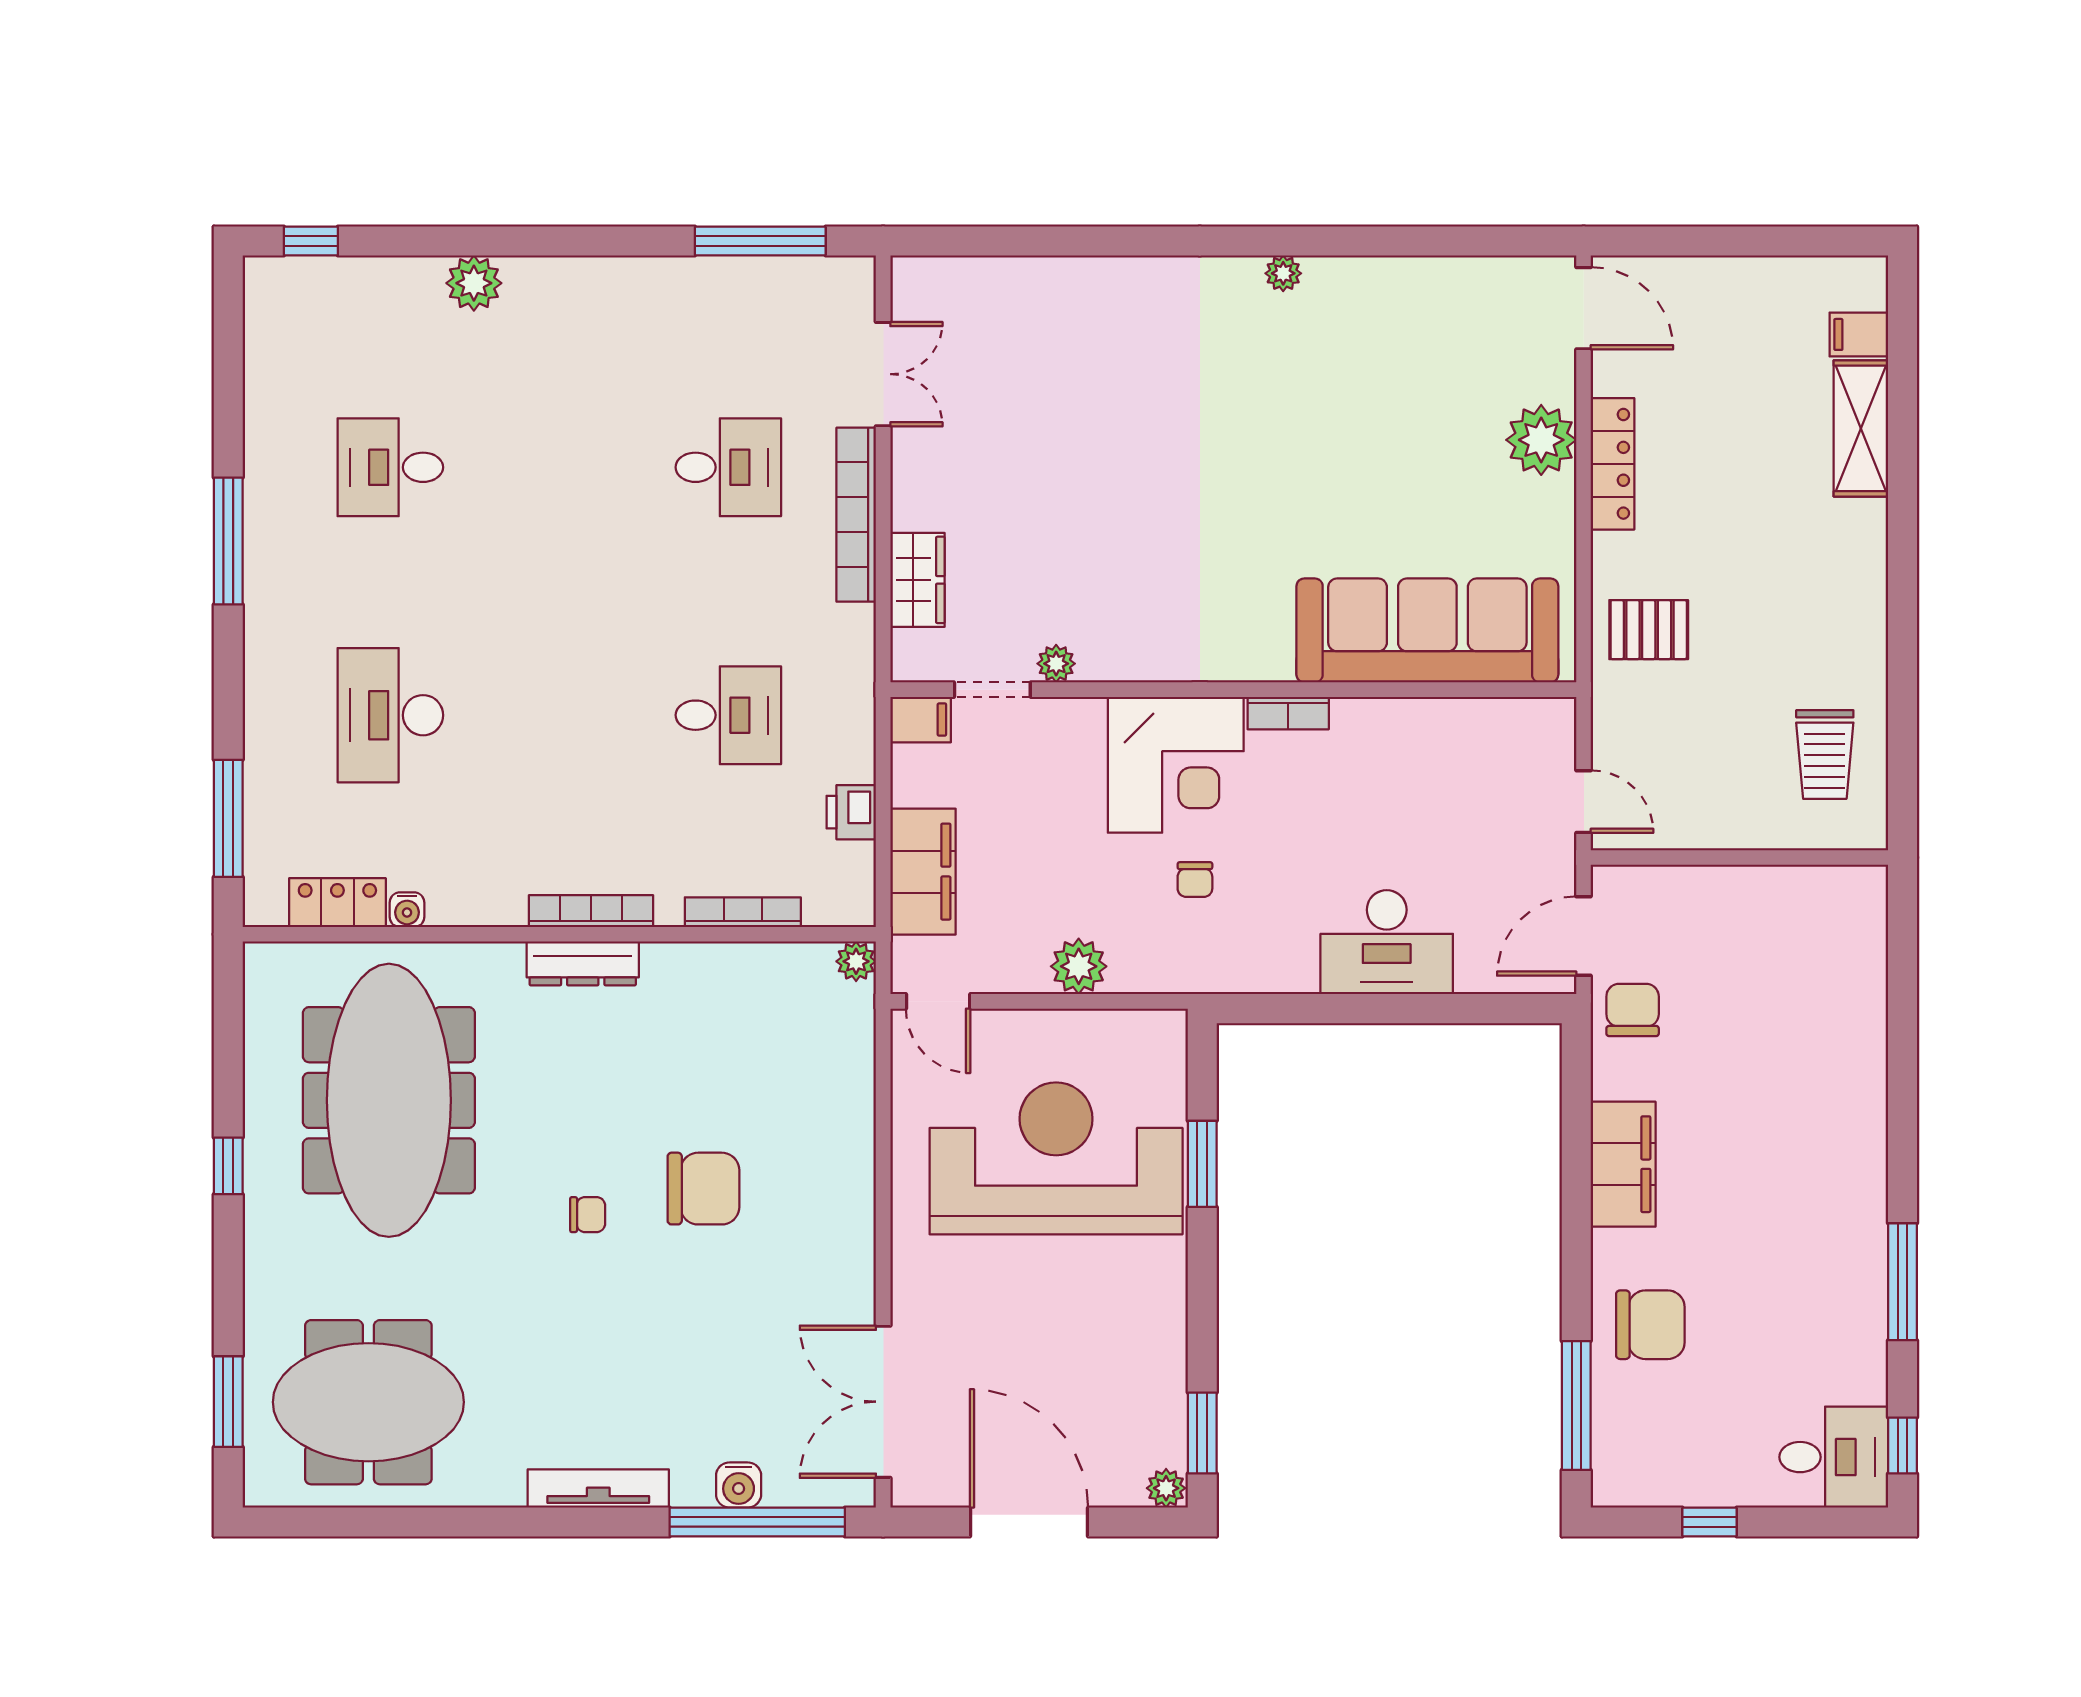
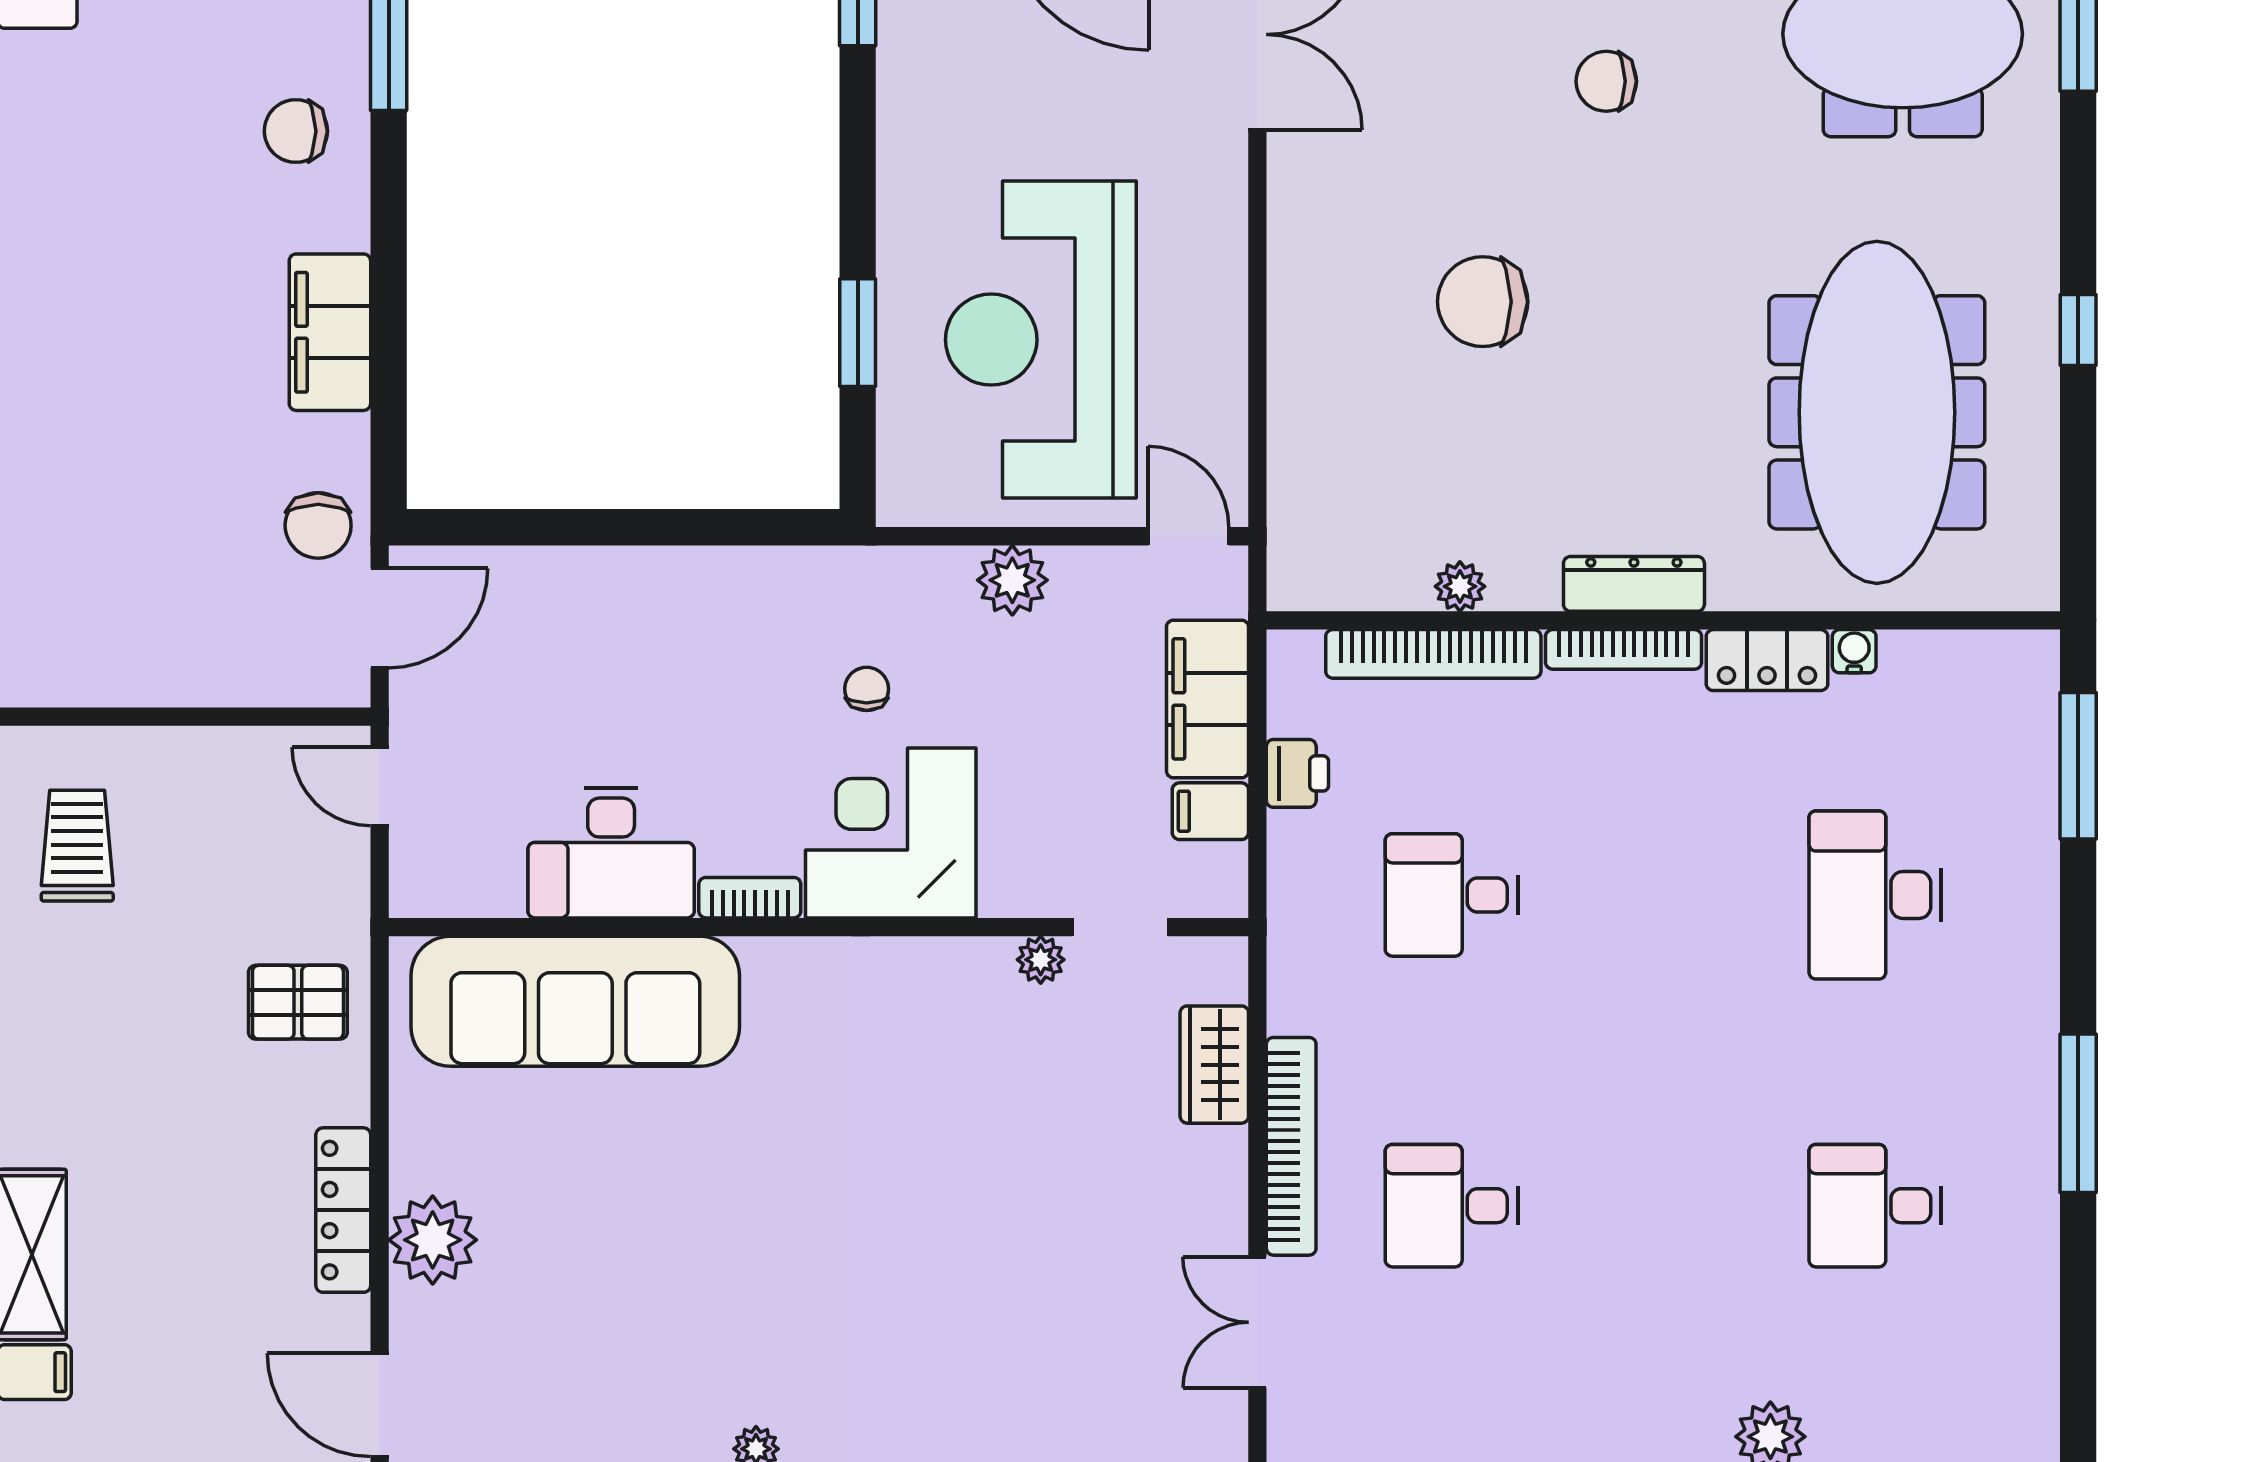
desk: (390, 467) -> (1875, 1206), turned 180
desk: (390, 715) -> (1875, 895), turned 180
filing cabinet: (921, 720) -> (1210, 811), moved
locker: (337, 903) -> (1767, 660), moved
bookcase: (743, 912) -> (1433, 654), width x1.48, depth x1.31
desk: (1387, 942) -> (611, 853), moved, turned 180
plant: (856, 961) -> (1460, 586), moved
reception desk: (1056, 1158) -> (1041, 340), turned 90
chair: (588, 1215) -> (1606, 81), moved, width x1.37, depth x1.37
chair: (1650, 1325) -> (296, 131), width x0.73, depth x0.73

